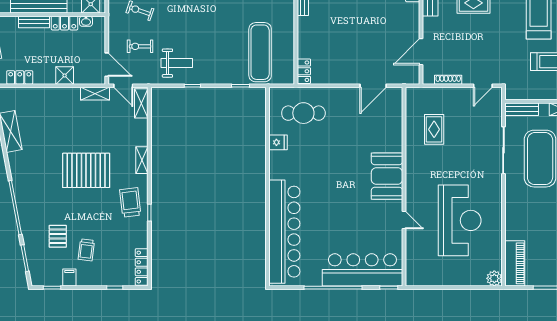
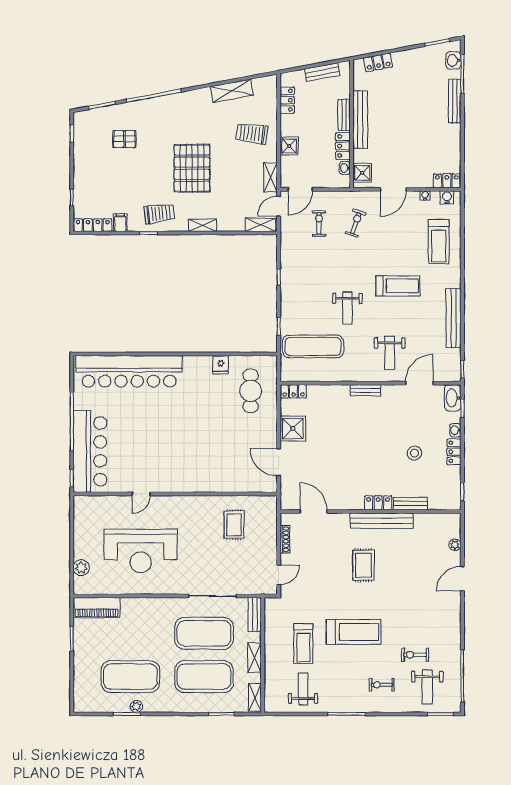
weight bench: (177, 63) -> (347, 308), moved
shower: (340, 72) -> (293, 429), added
door: (483, 86) -> (279, 575), swing flipped
rug: (434, 129) -> (234, 525), turned 90
booth: (387, 176) -> (186, 476), removed
trolley: (86, 250) -> (252, 134), moved, width x1.36, depth x1.39
filing cabinet: (69, 278) -> (120, 223), moved, turned -90
plant: (494, 278) -> (81, 568), moved

